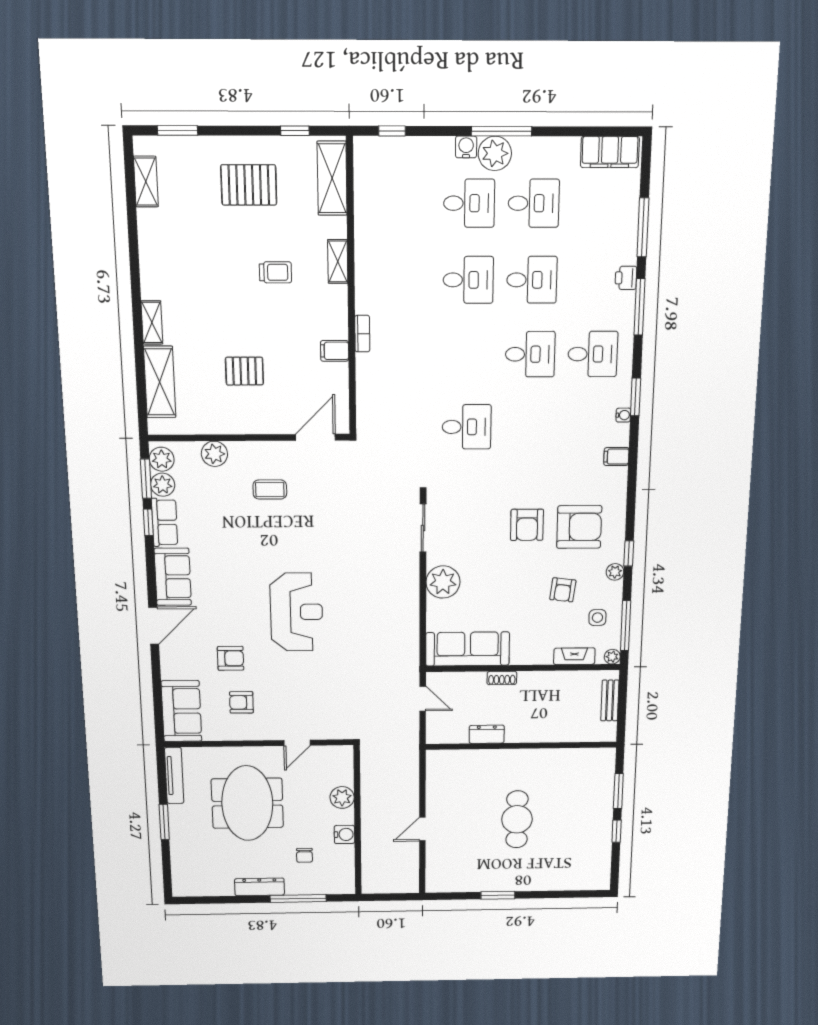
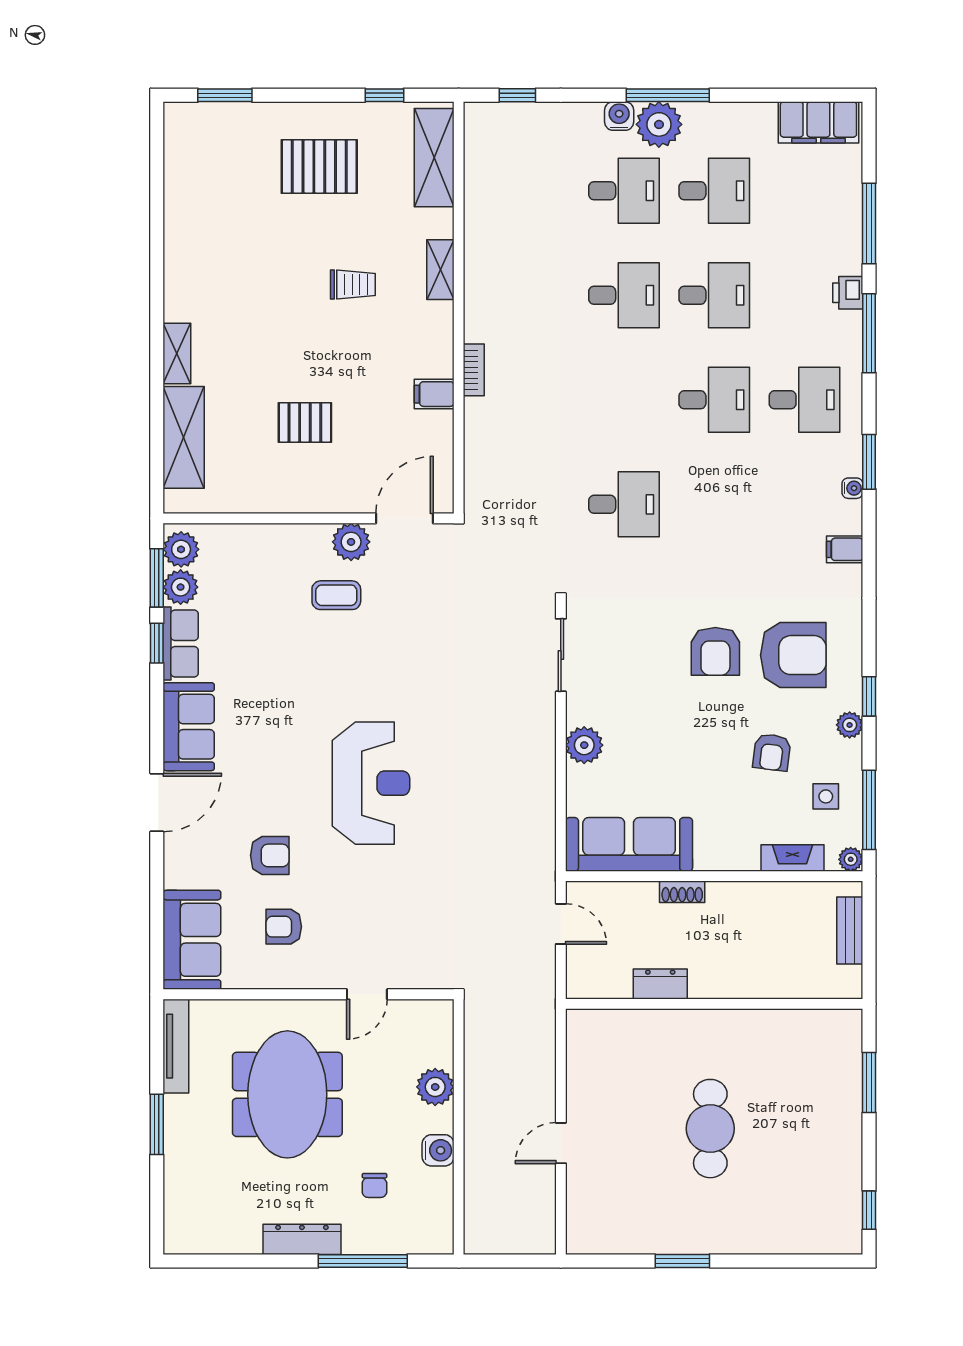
shelving: (146, 182) -> (178, 162), removed
plant: (214, 454) -> (351, 542), moved
plant: (443, 582) -> (584, 745), width x0.73, depth x0.73
window: (617, 831) -> (869, 1210), moved

